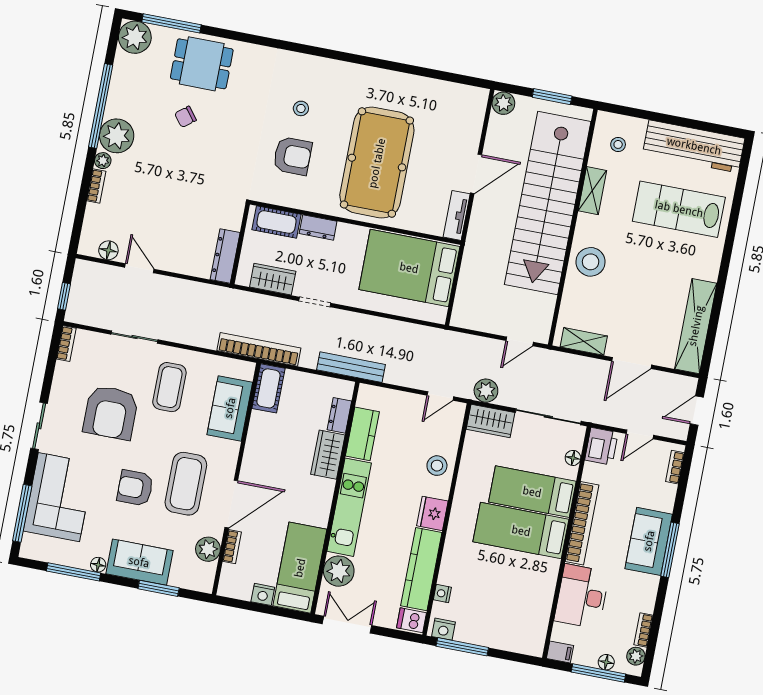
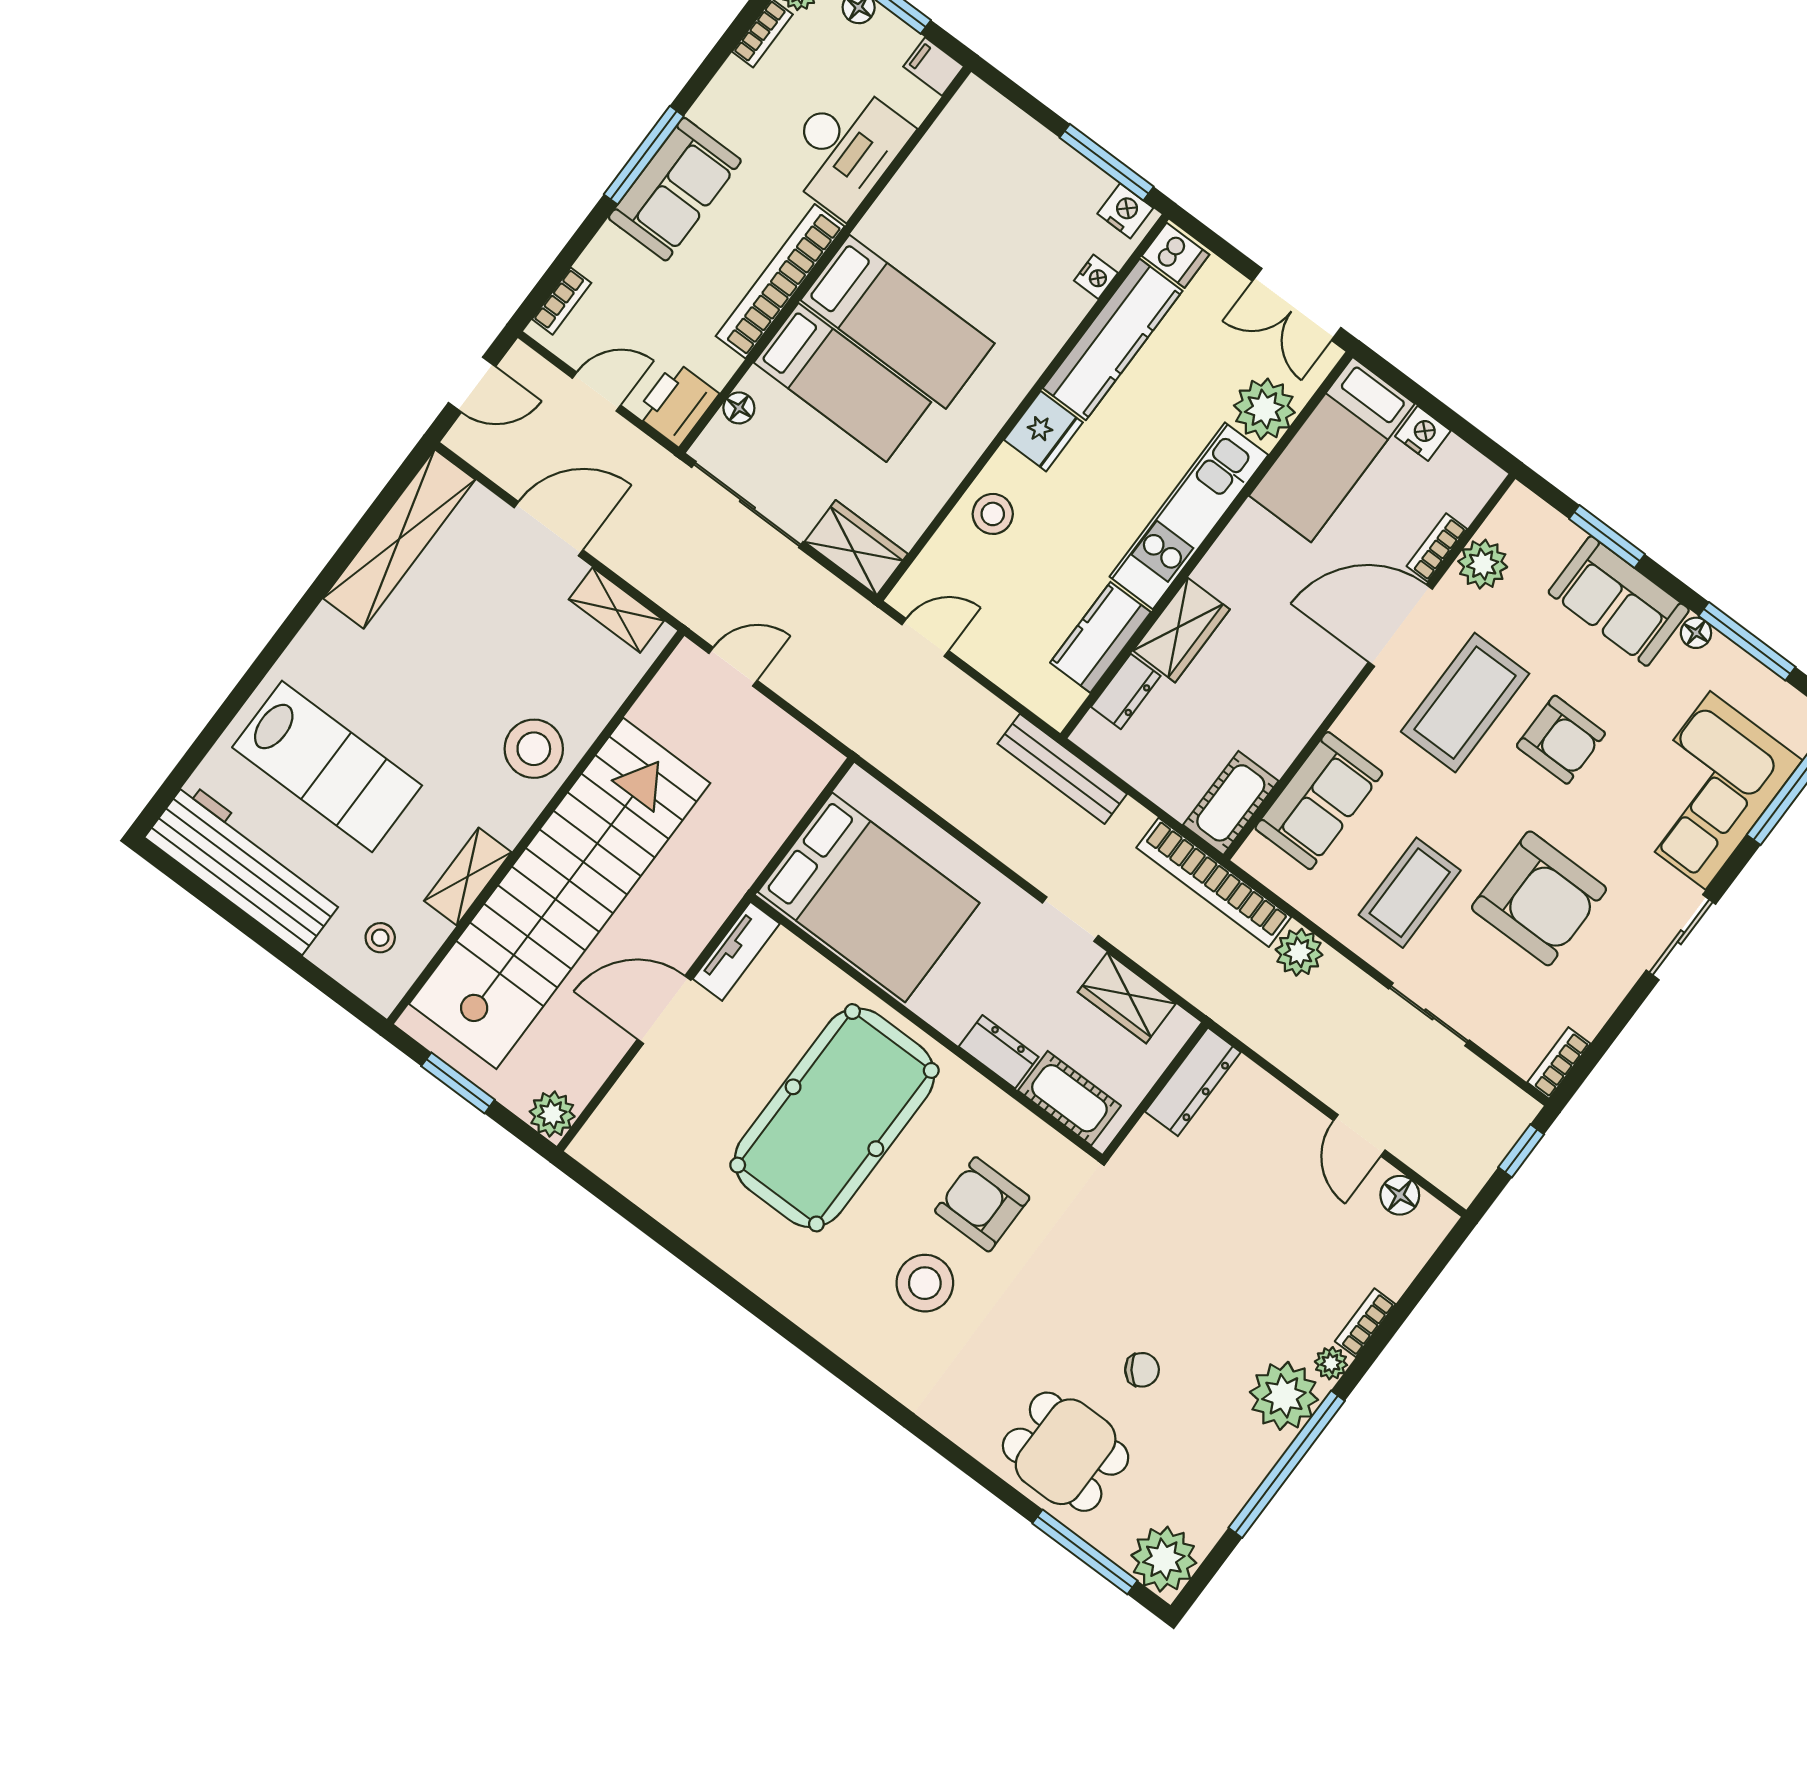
stool: (301, 108) -> (925, 1283), width x1.89, depth x1.89
plant: (486, 391) -> (1299, 952), moved
armchair: (111, 413) -> (1539, 898), turned 90

